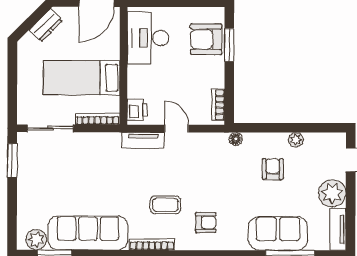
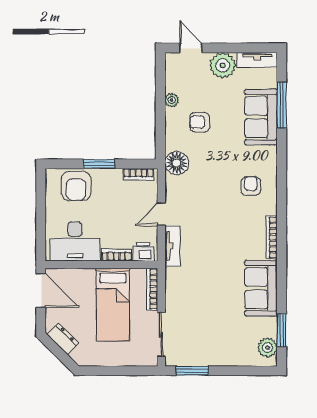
window: (229, 45) -> (99, 164), moved
bookcase: (134, 82) -> (116, 255), added
floor lamp: (236, 139) -> (176, 163), width x1.89, depth x1.89
coffee table: (165, 205) -> (234, 225), removed
sofa: (88, 233) -> (261, 288), width x0.73

